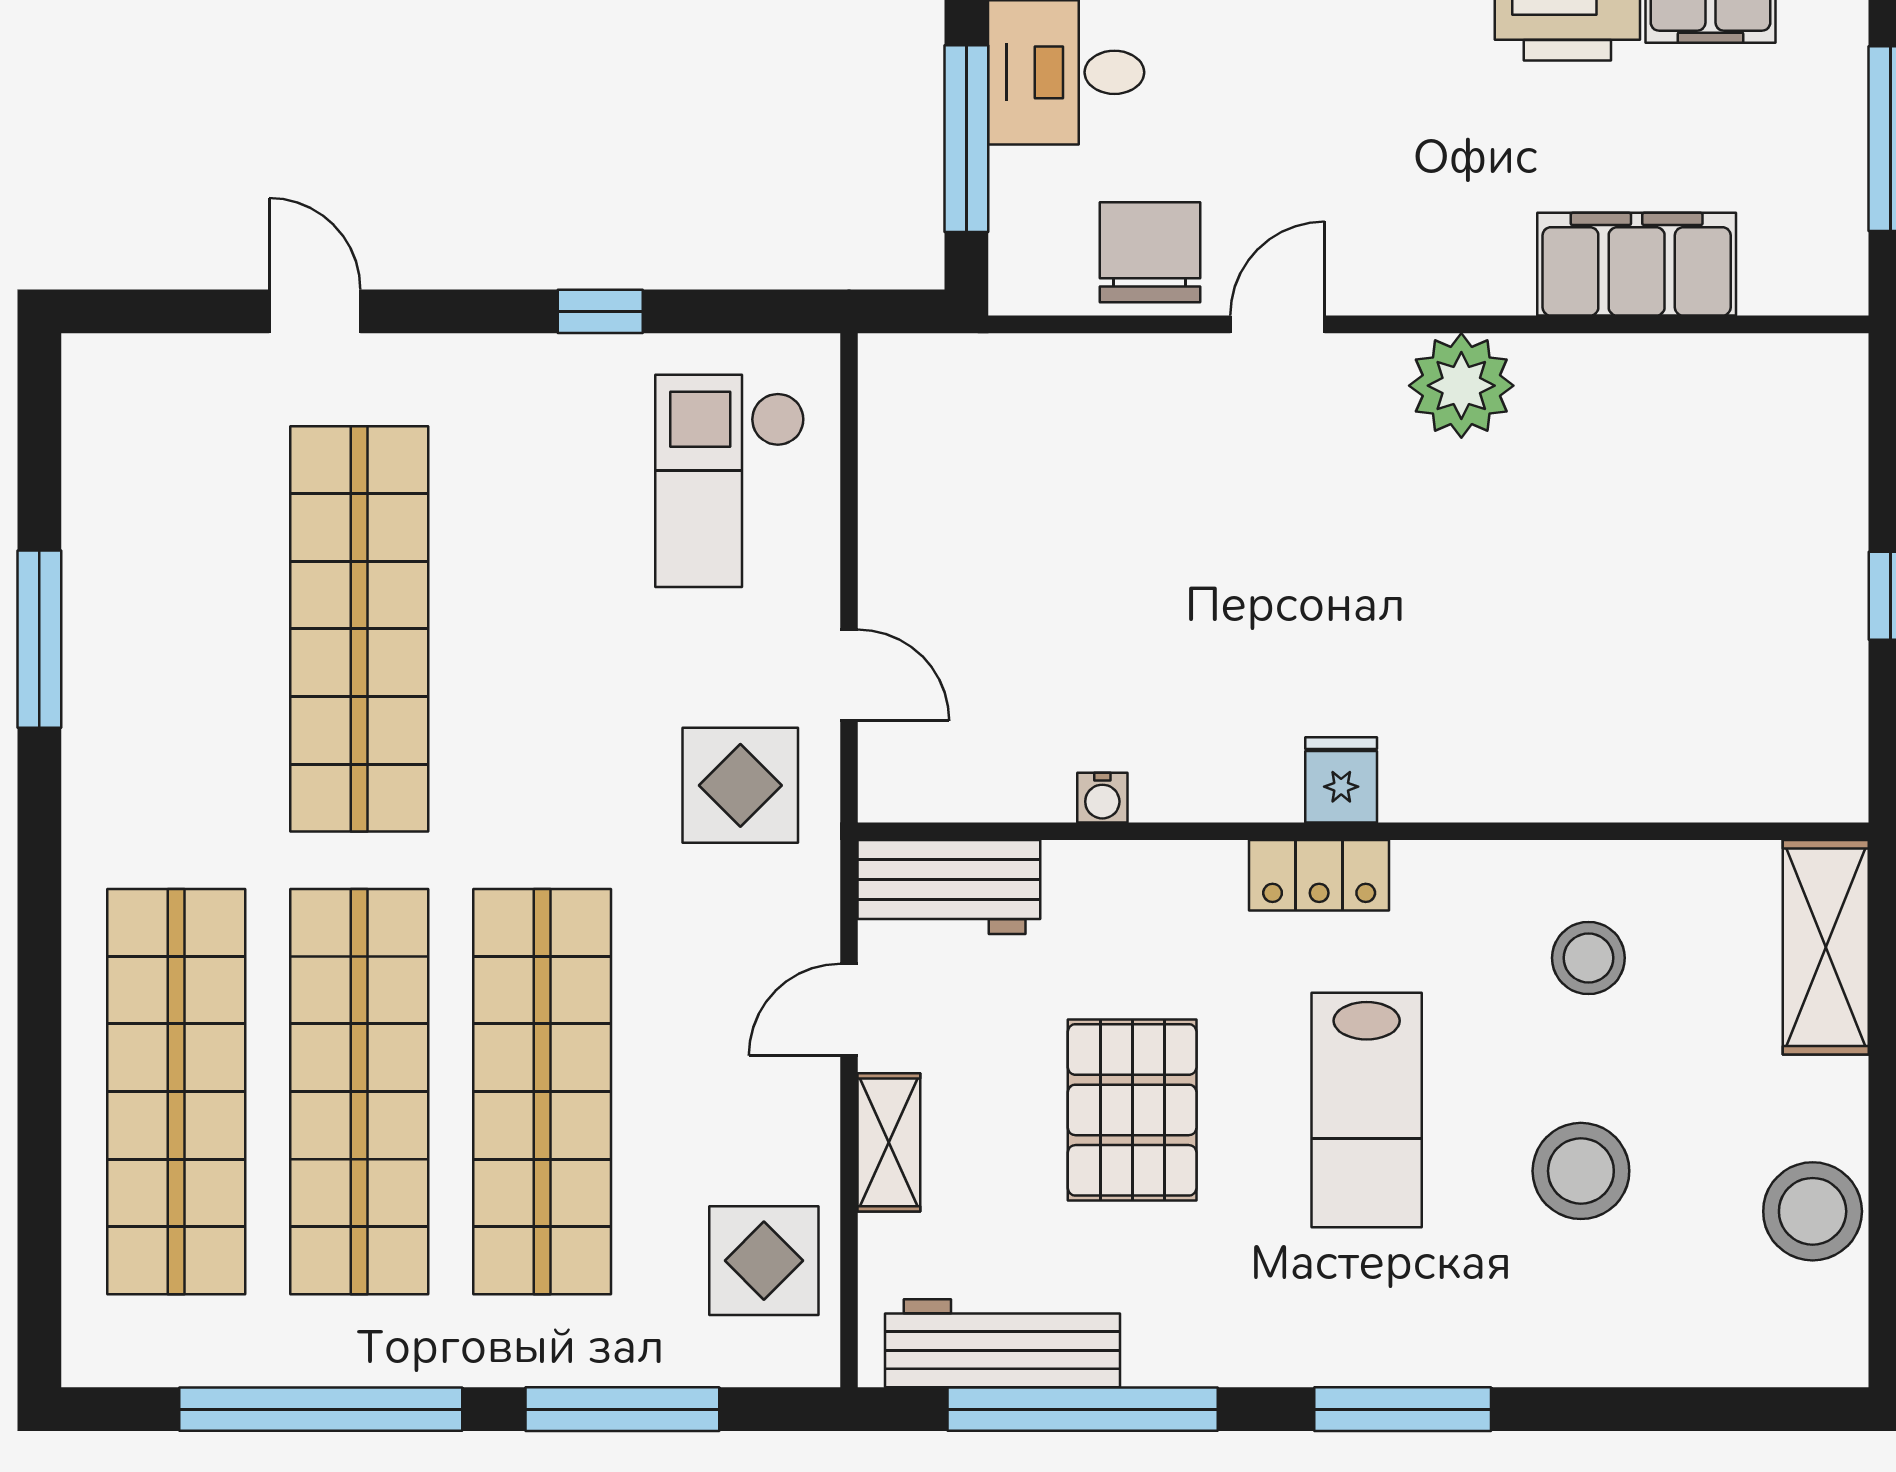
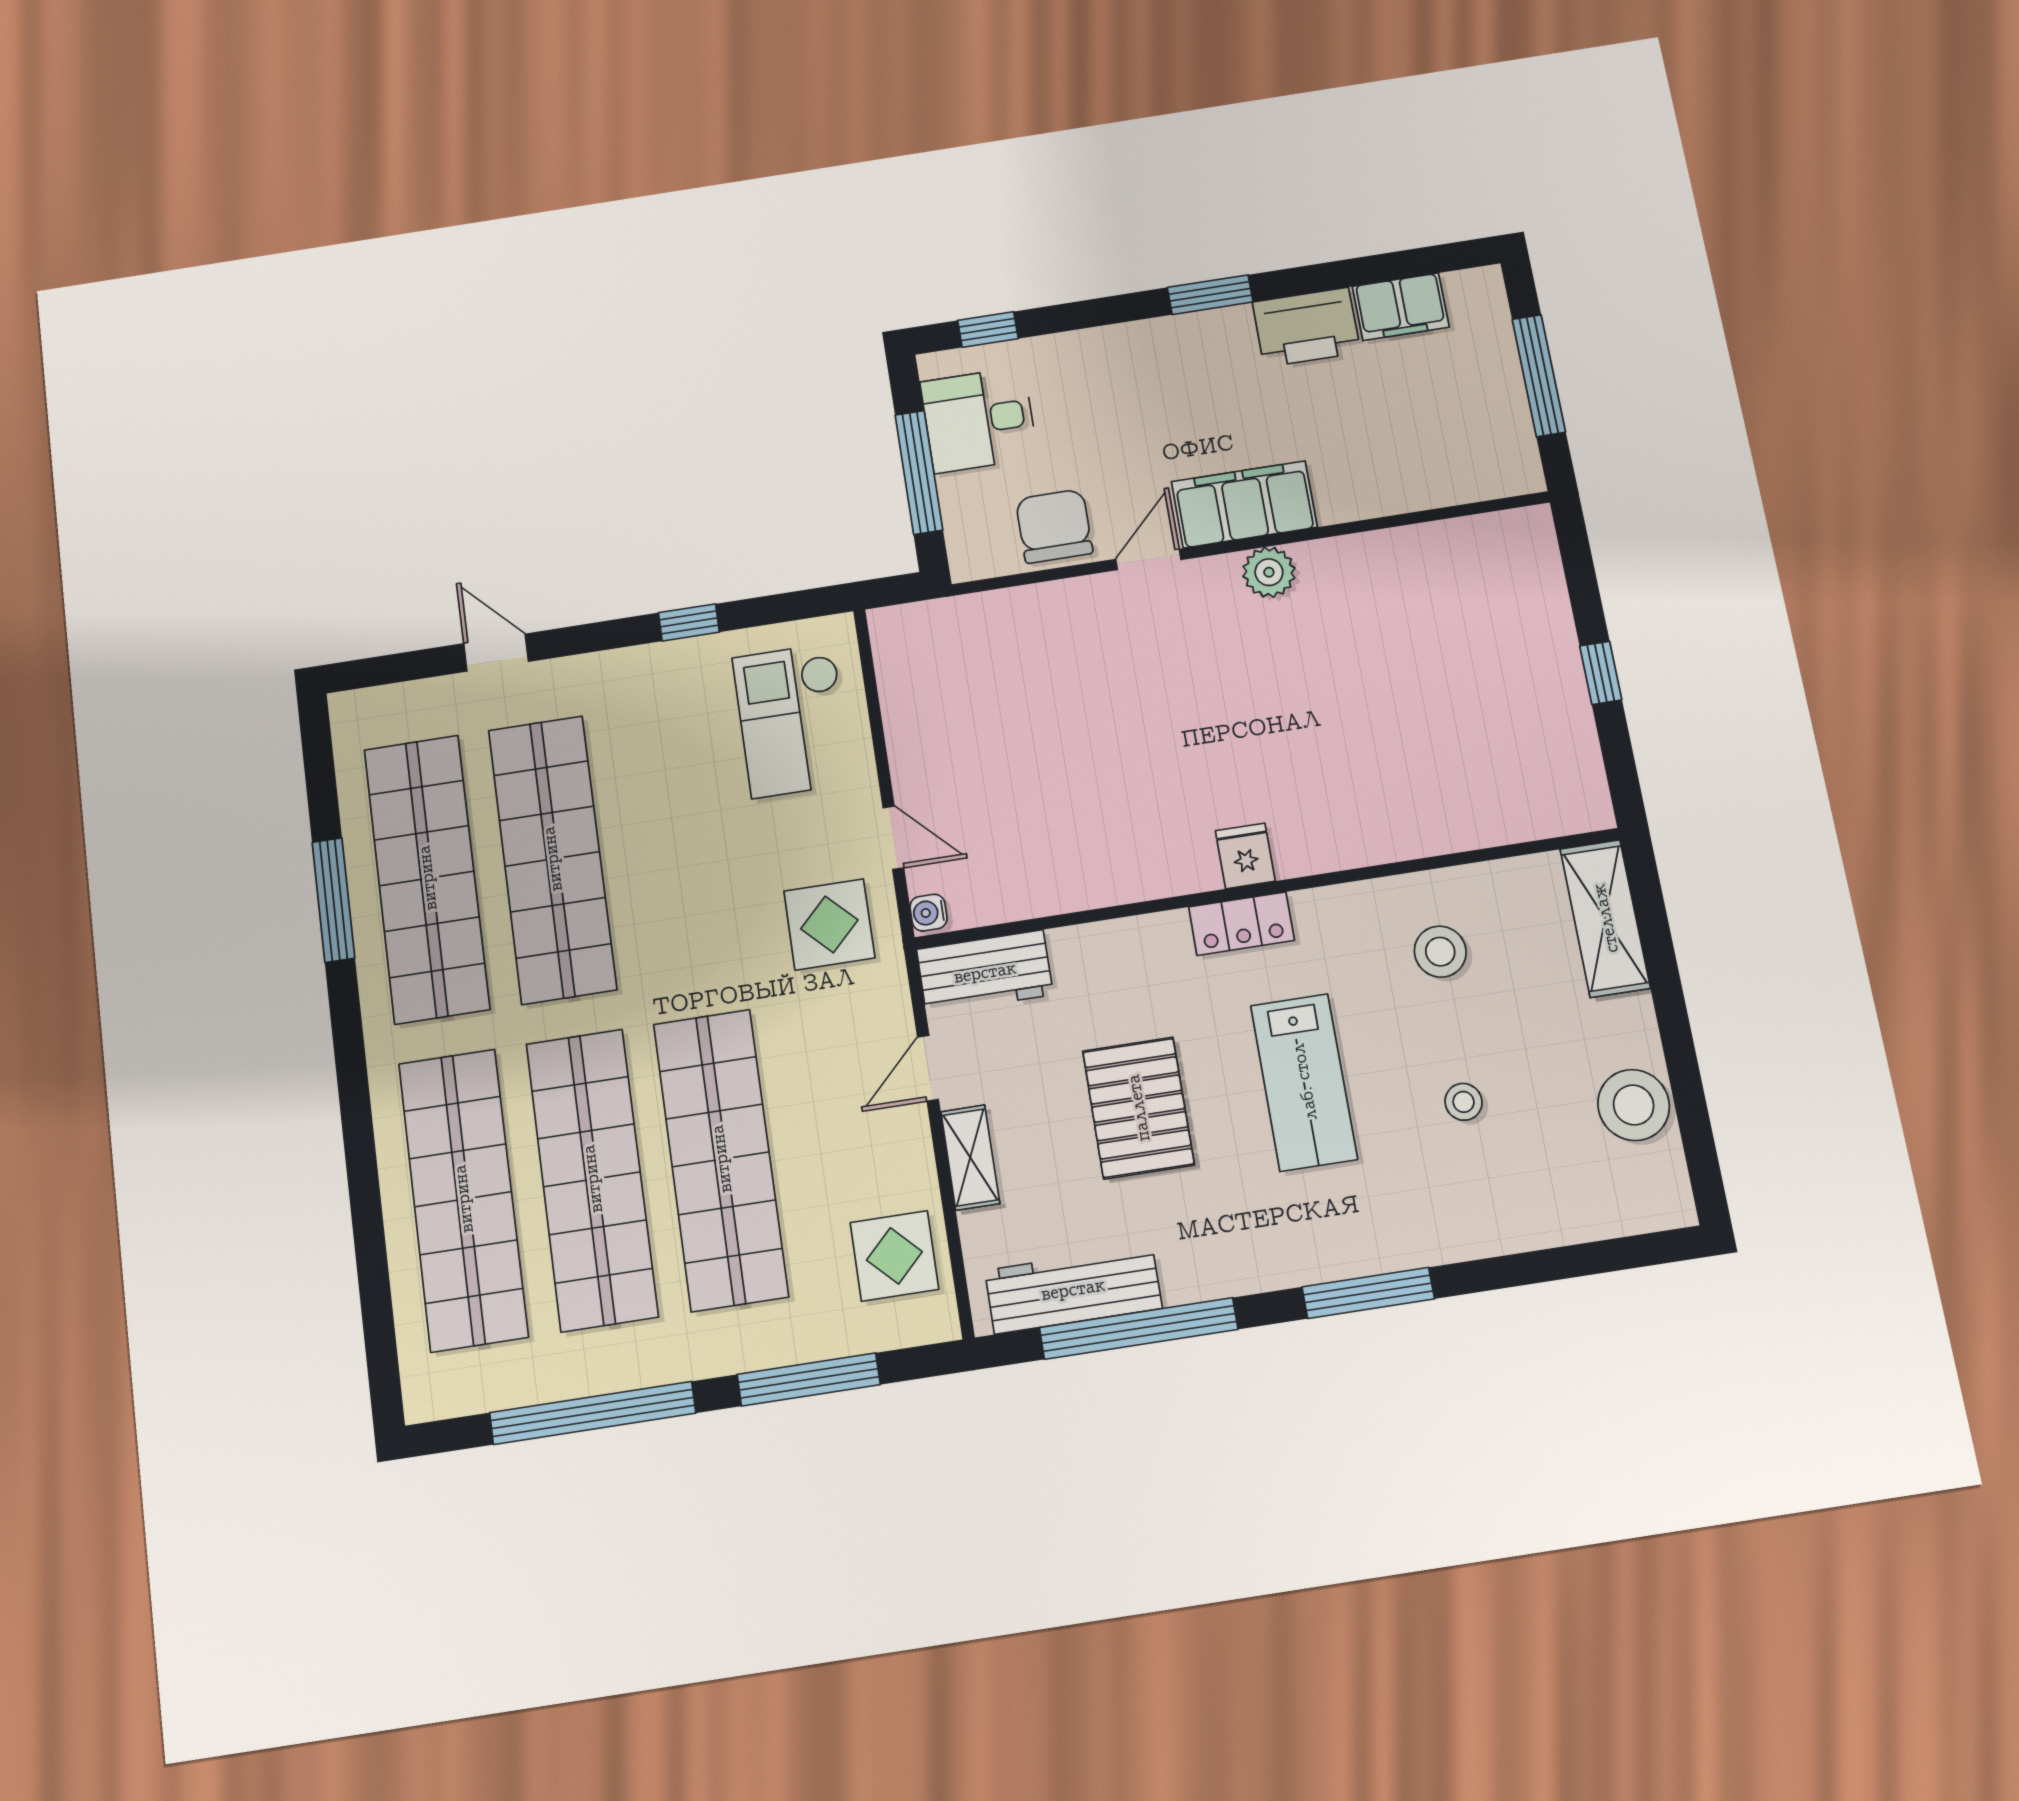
filing cabinet: (1637, 264) -> (1244, 504), moved
plant: (1461, 386) -> (1269, 572), width x0.73, depth x0.73
shop shelf: (176, 629) -> (427, 878), added
water cooler: (1102, 798) -> (928, 913), moved, turned 90
stool: (1581, 1171) -> (1464, 1102), width x0.53, depth x0.53

